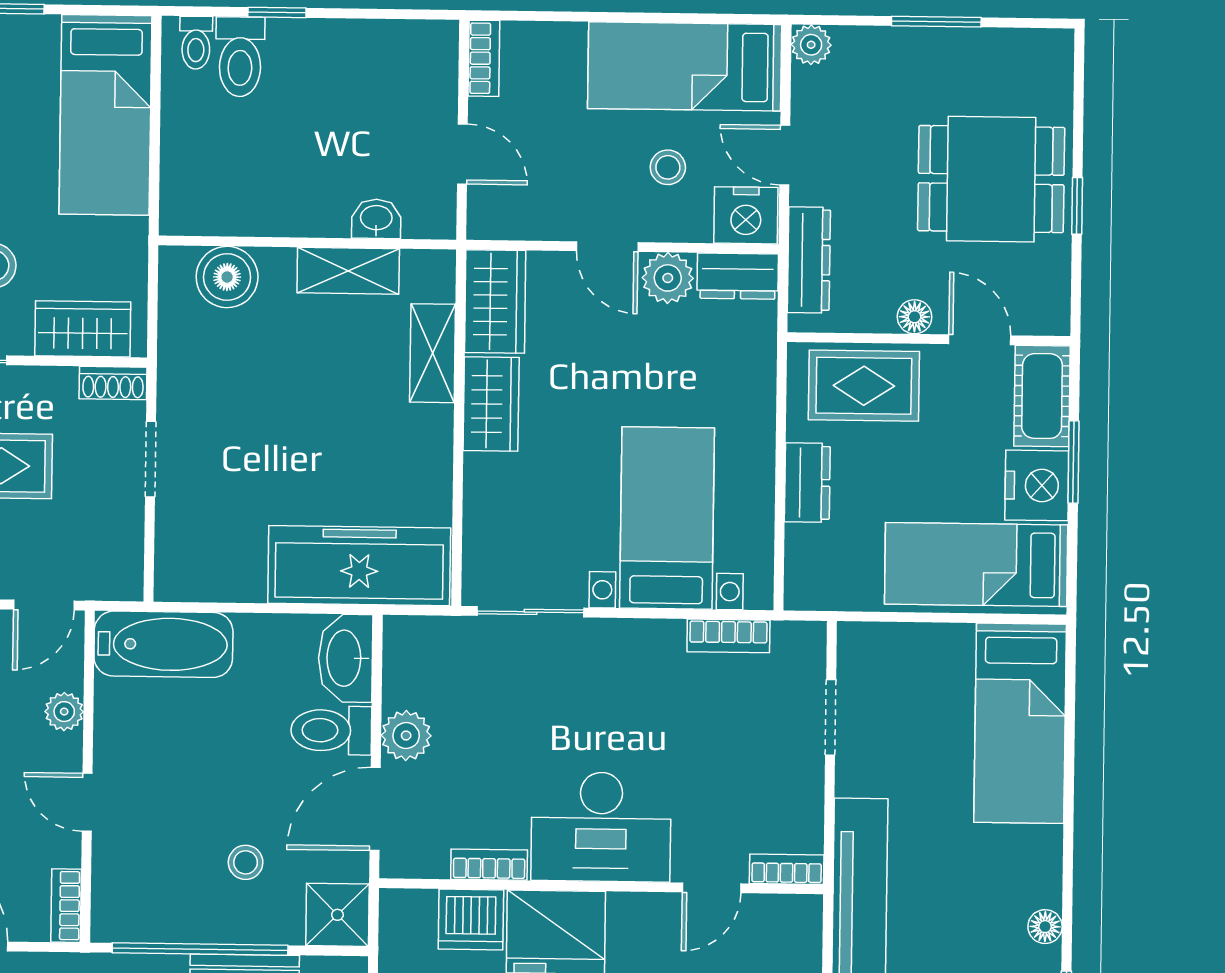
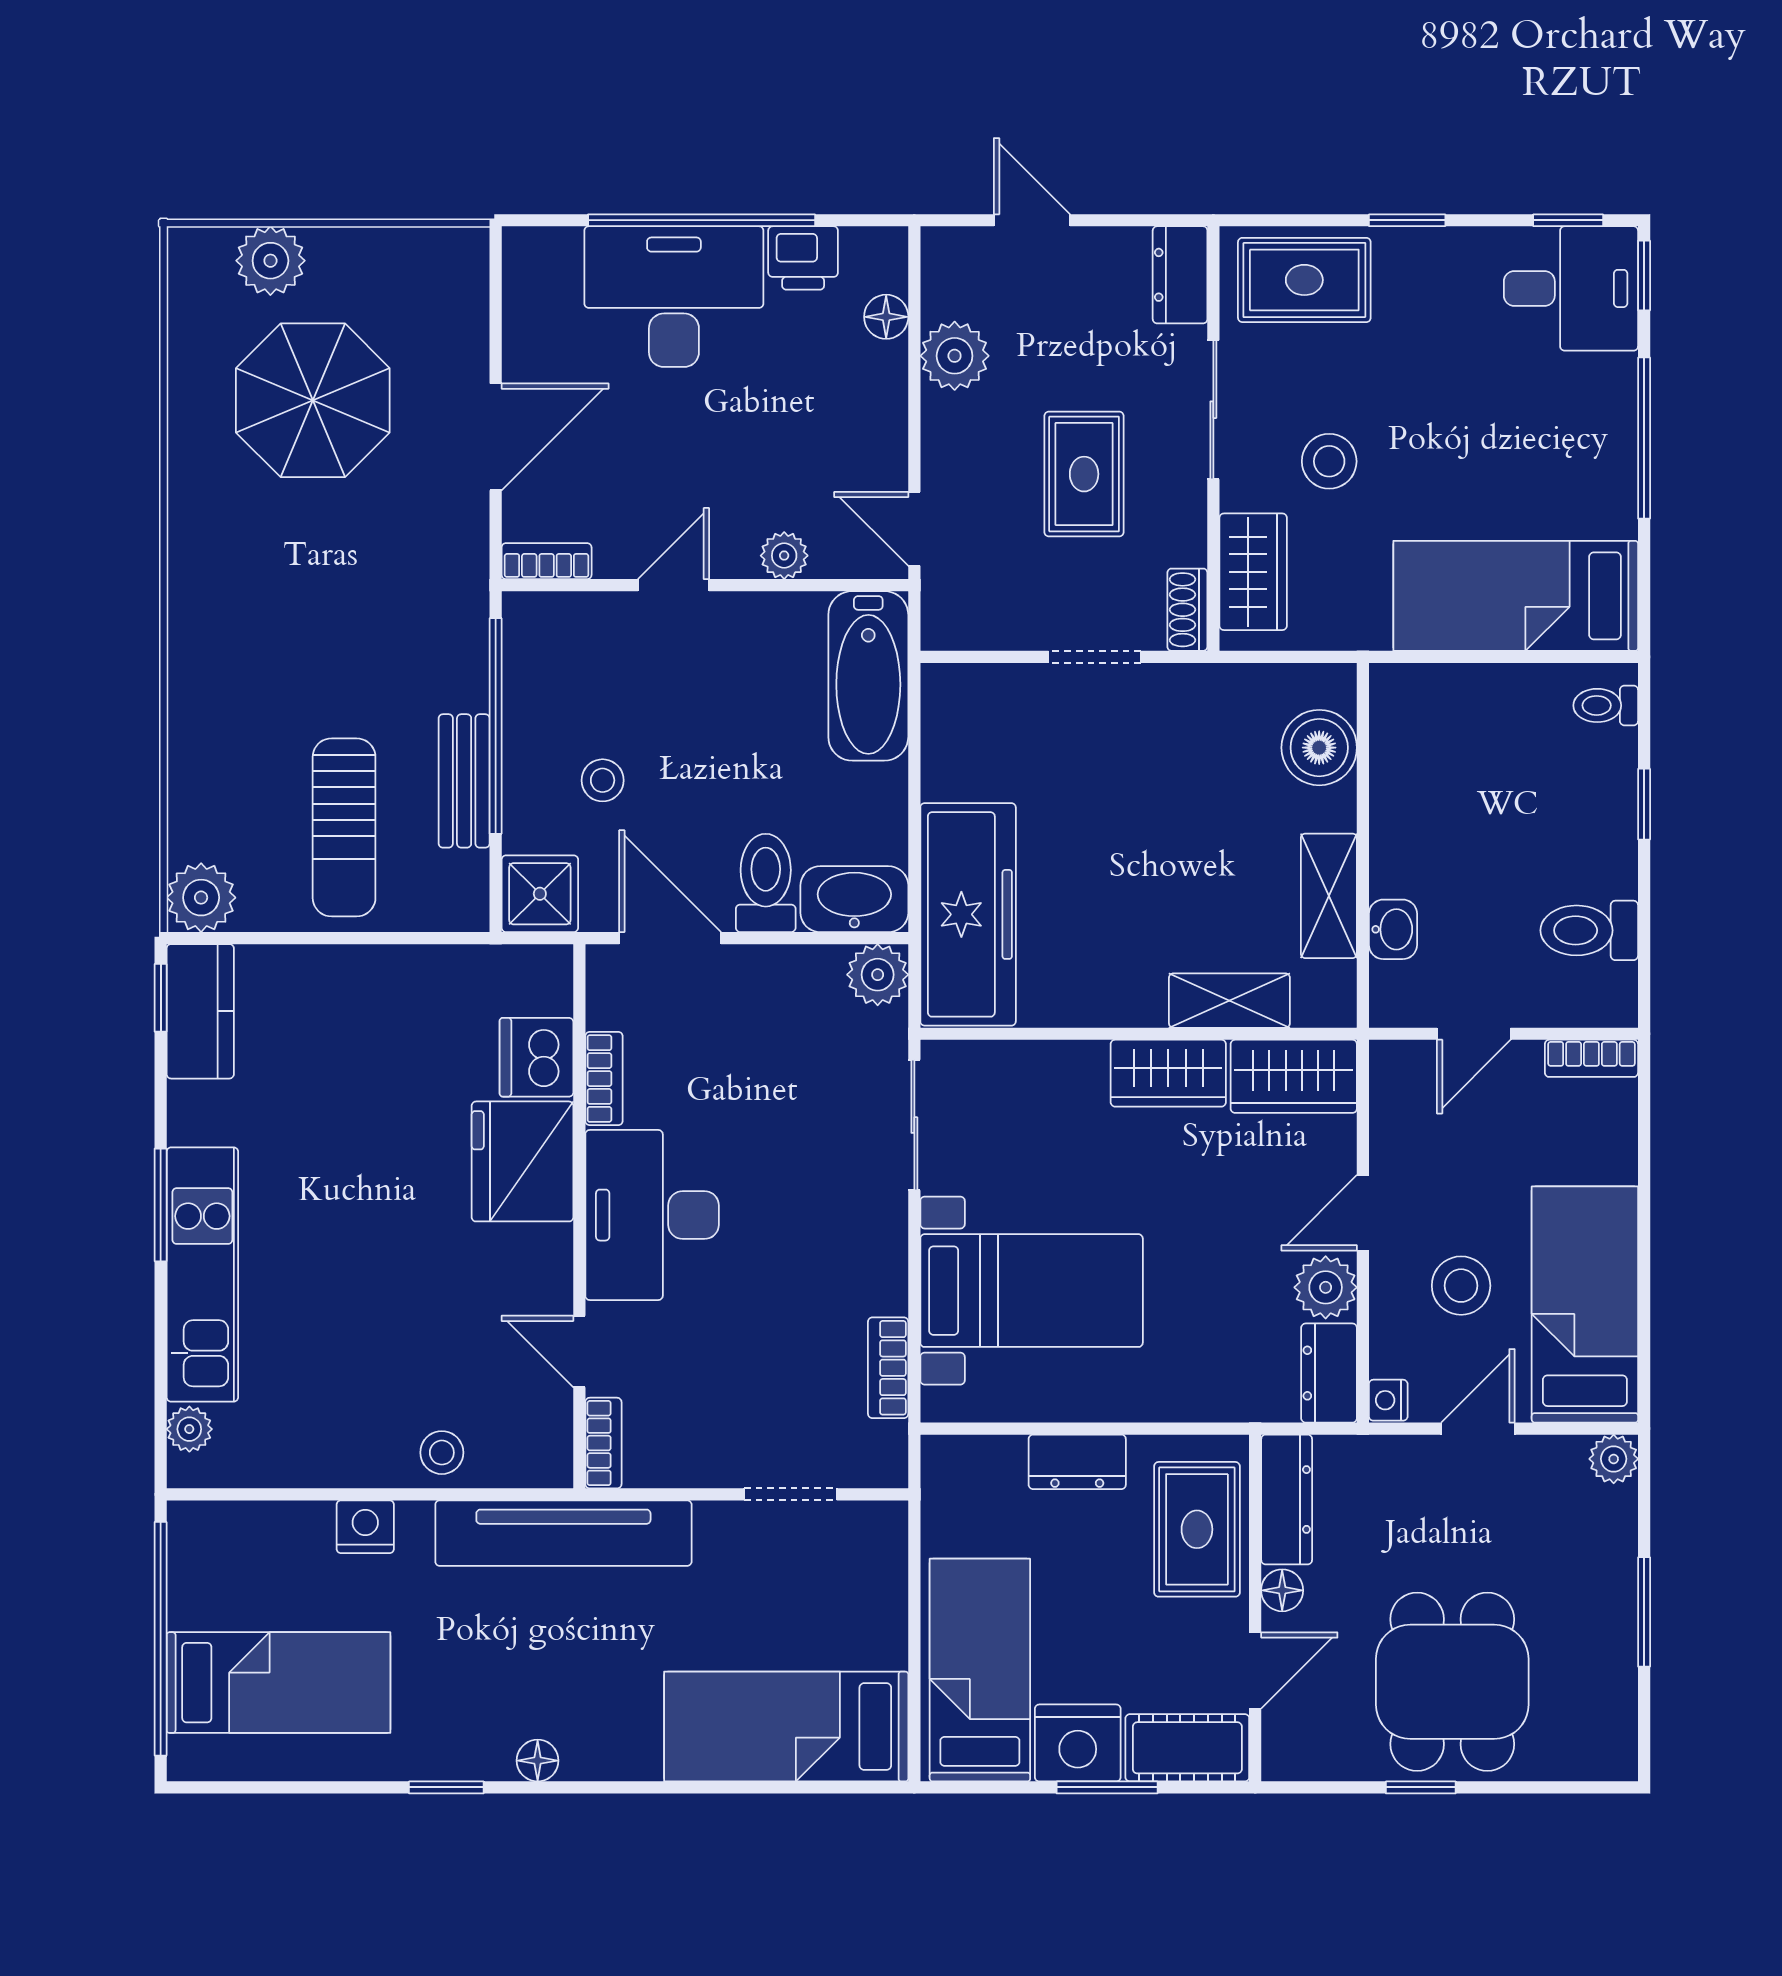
toilet: (240, 57) -> (1589, 930), moved
stool: (668, 167) -> (1461, 1286), width x1.37, depth x1.37
nightstand: (746, 215) -> (1388, 1400), width x0.53, depth x0.56
dresser: (809, 260) -> (1287, 1499), moved, turned -90
plant: (406, 736) -> (878, 975), moved

